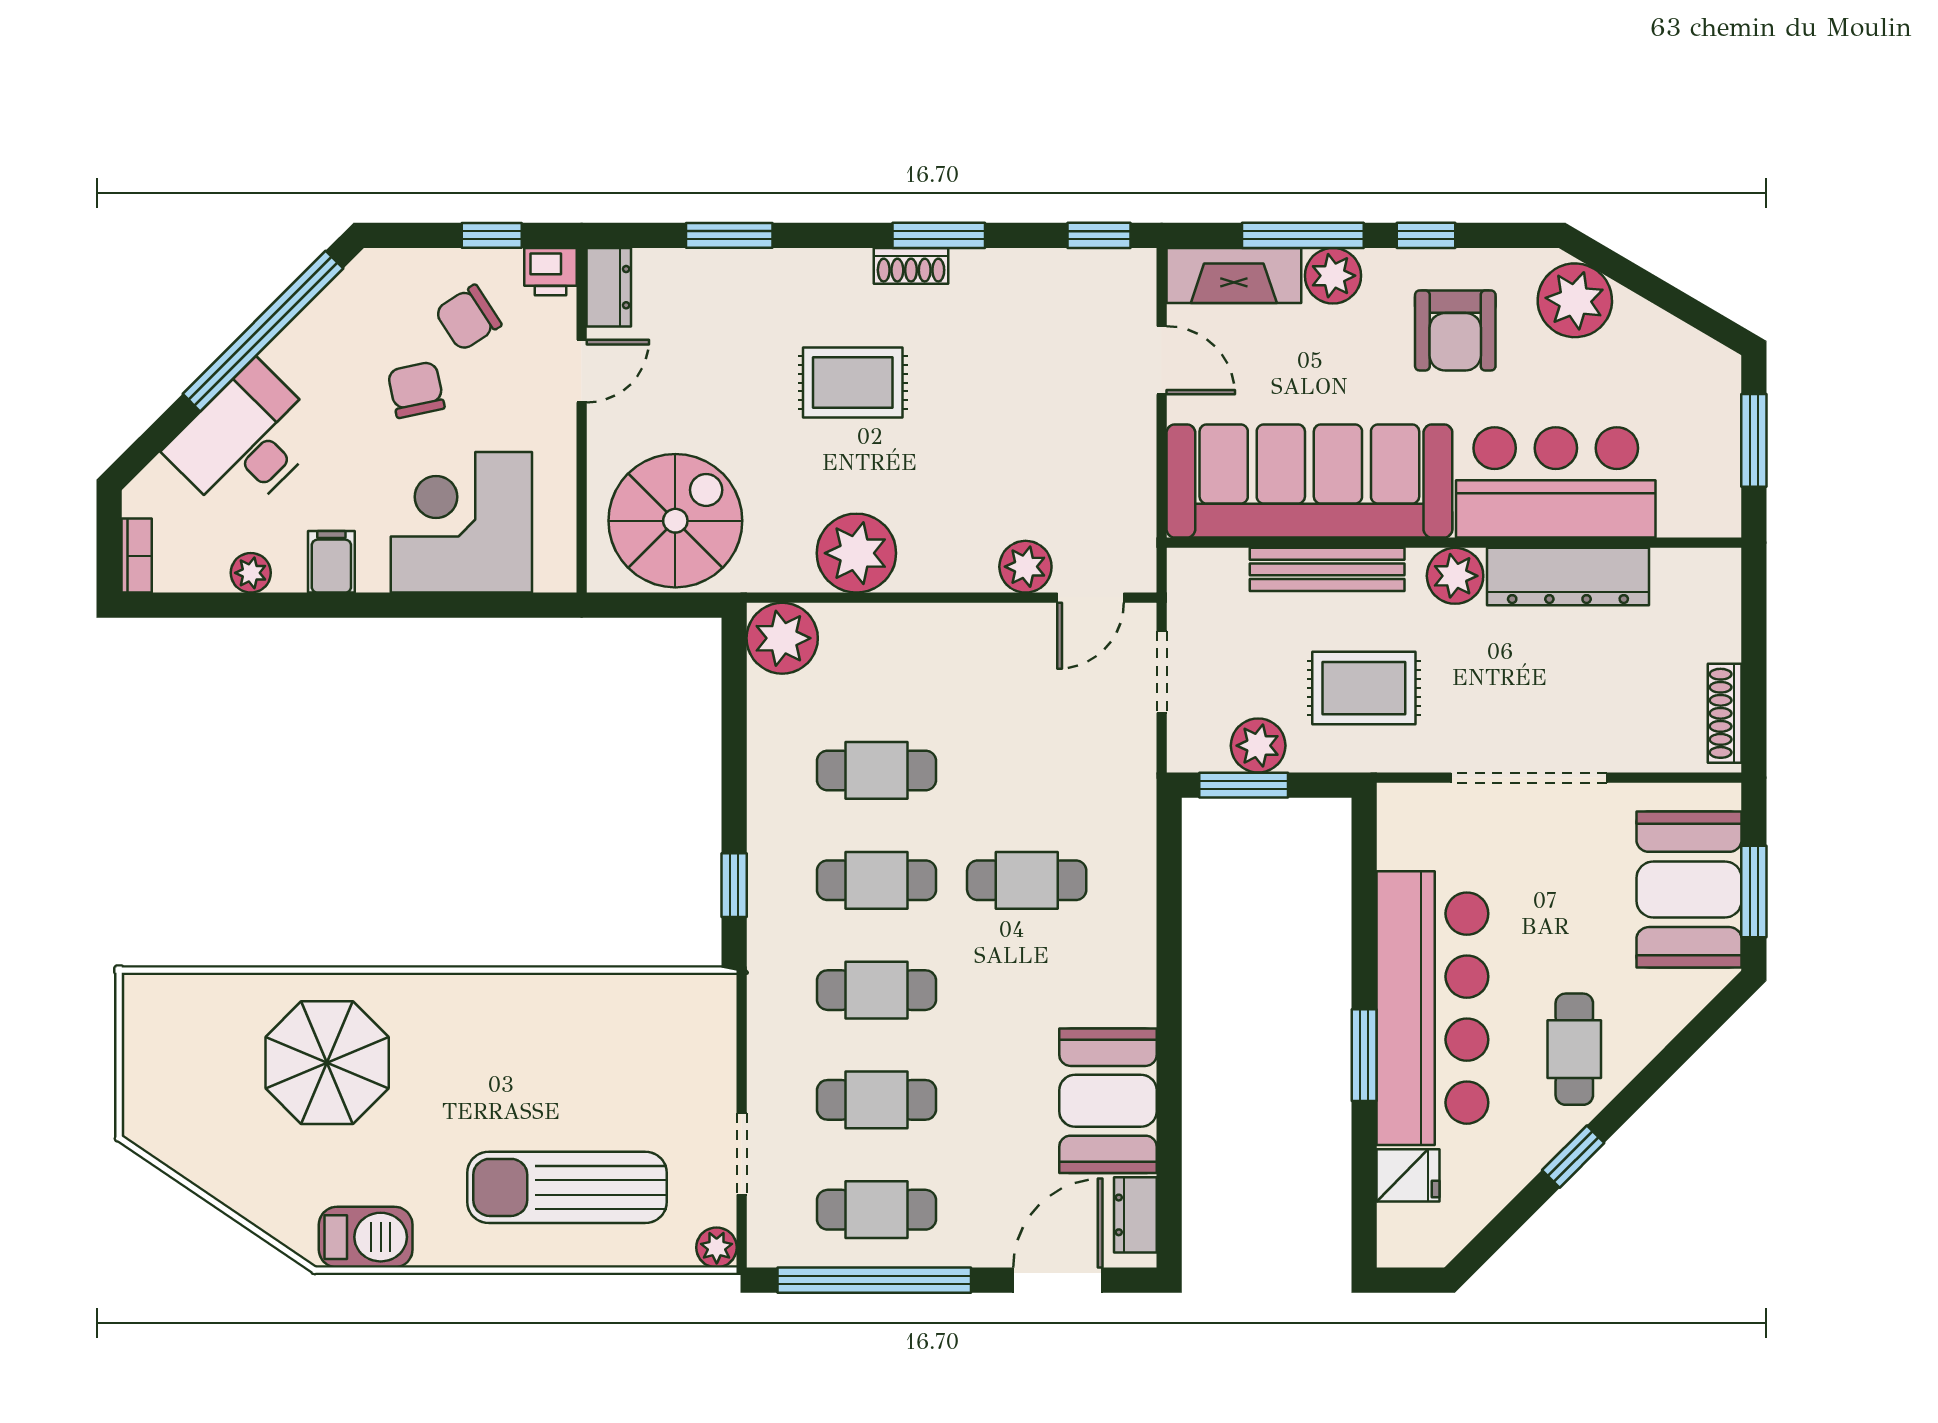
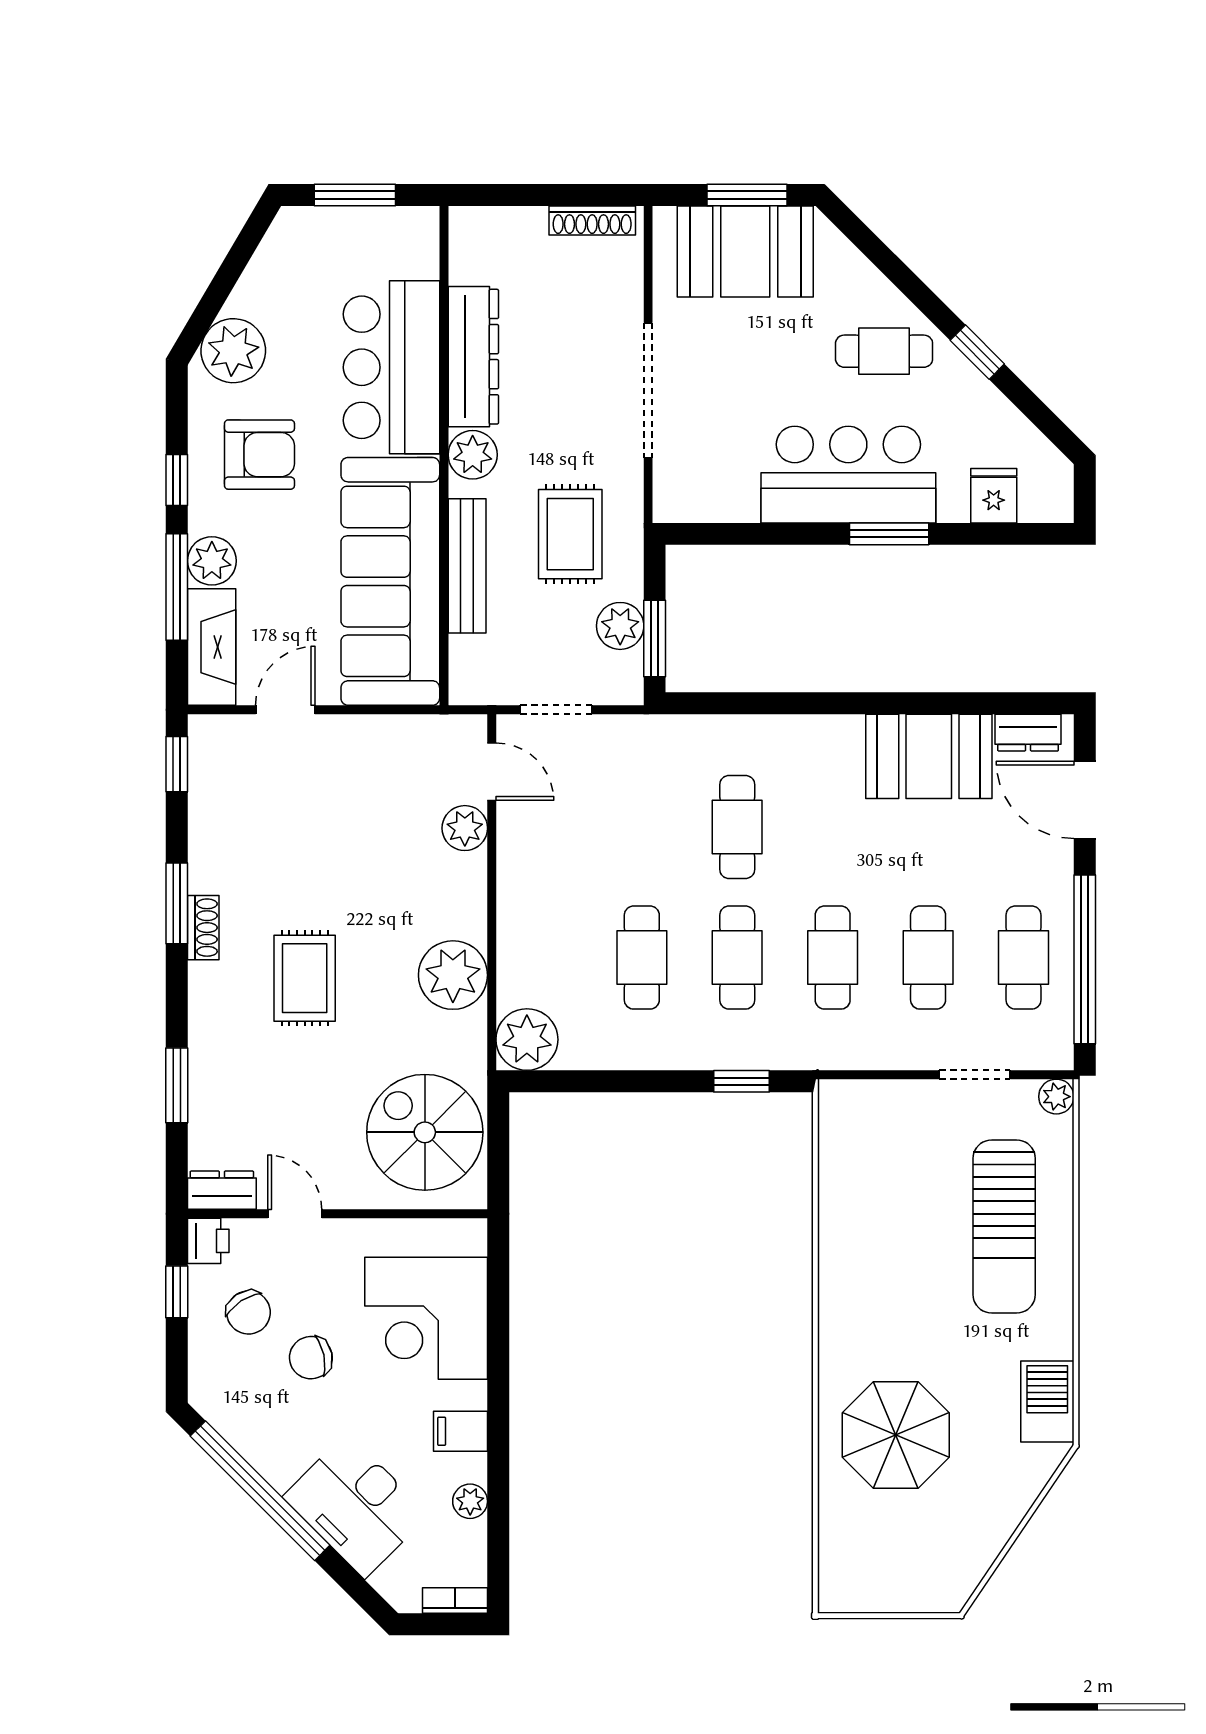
bar counter: (1432, 1008) -> (848, 475), width x0.73

